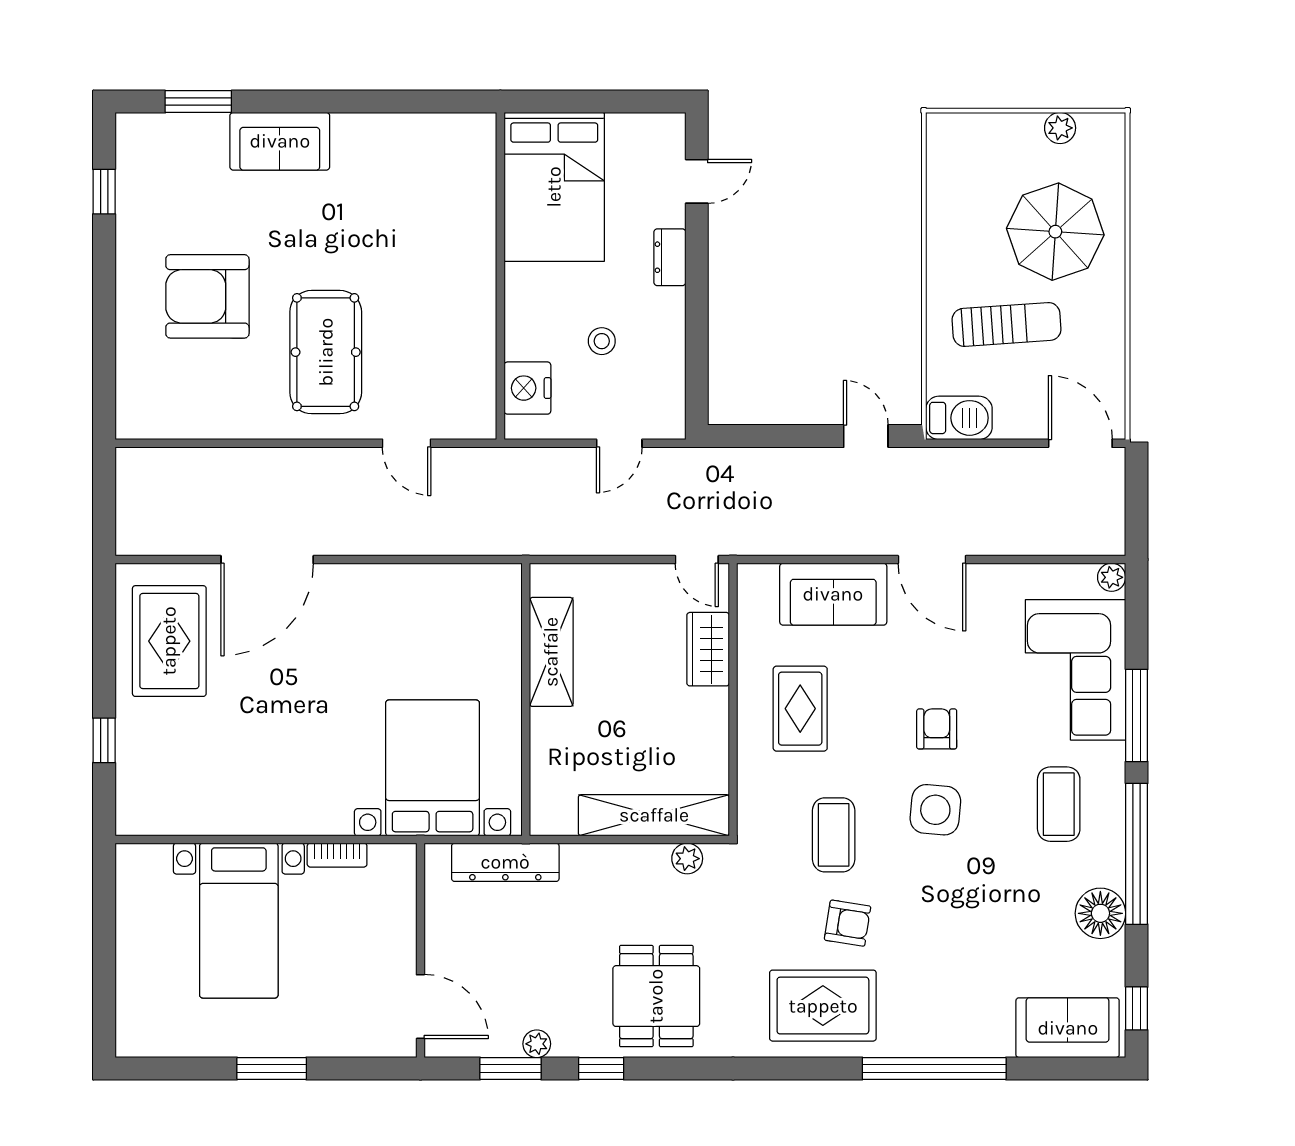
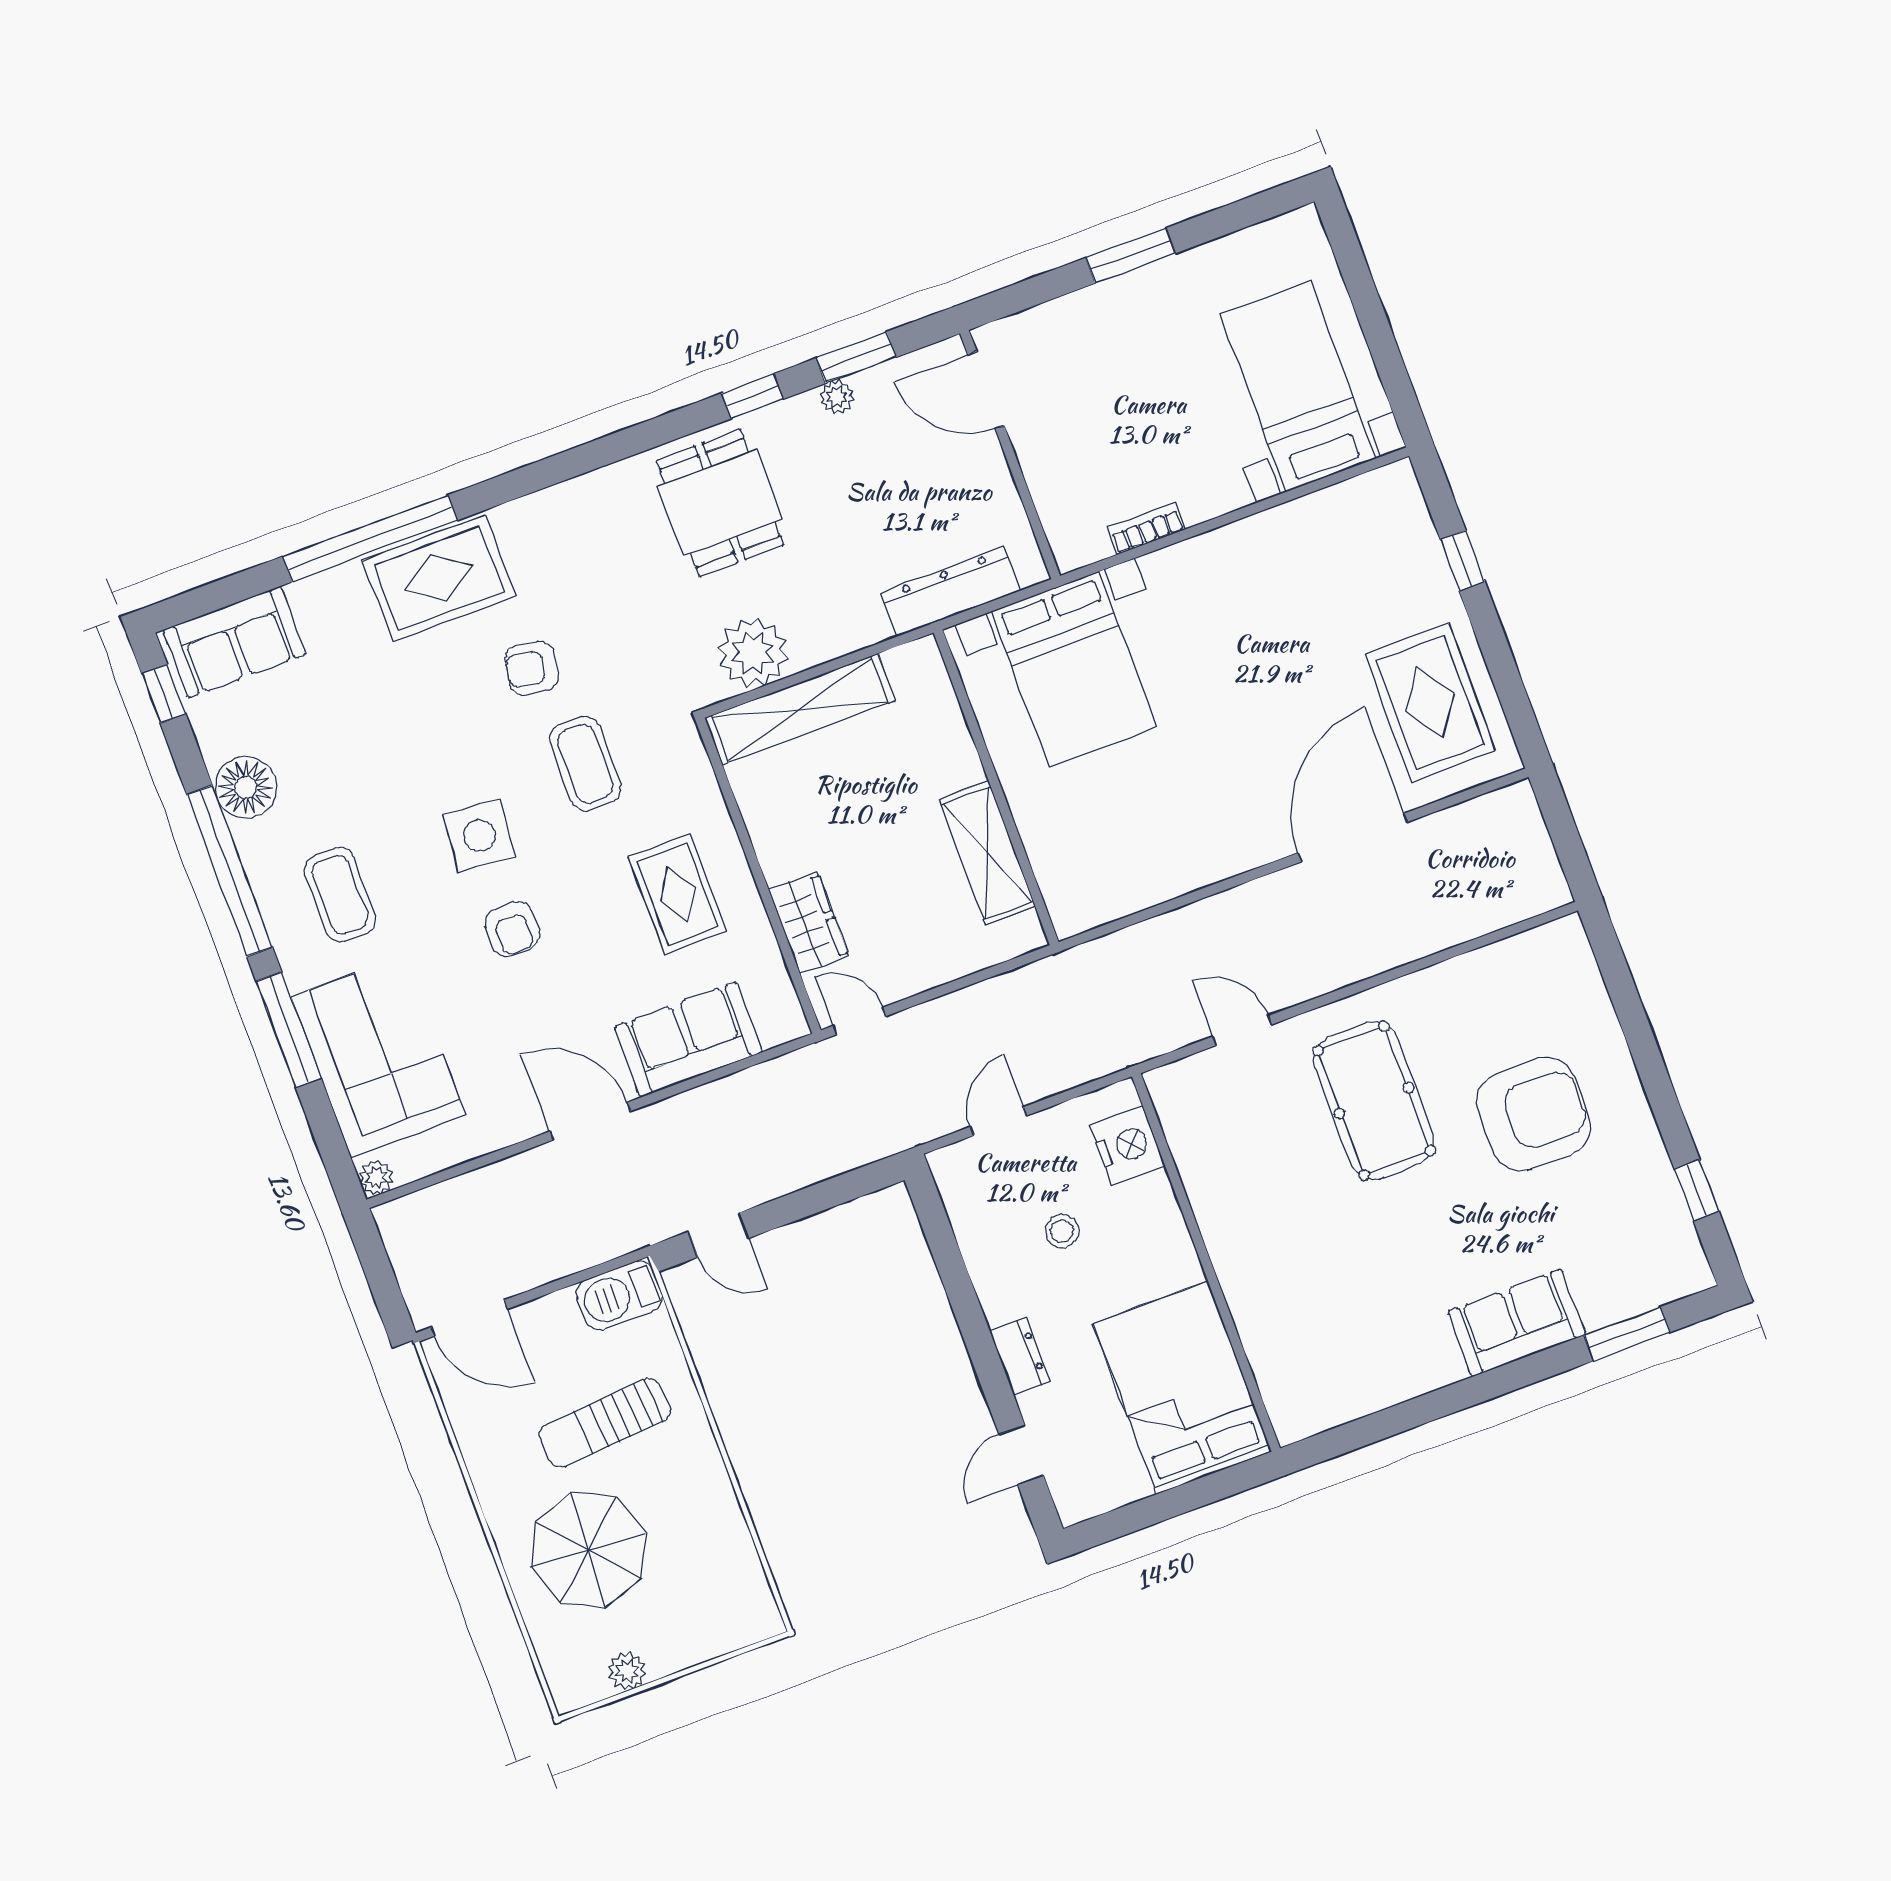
plant: (687, 859) -> (753, 653), width x1.88, depth x1.88
bed with nightstands: (239, 921) -> (1298, 386), moved
rug: (823, 1006) -> (439, 578), moved

